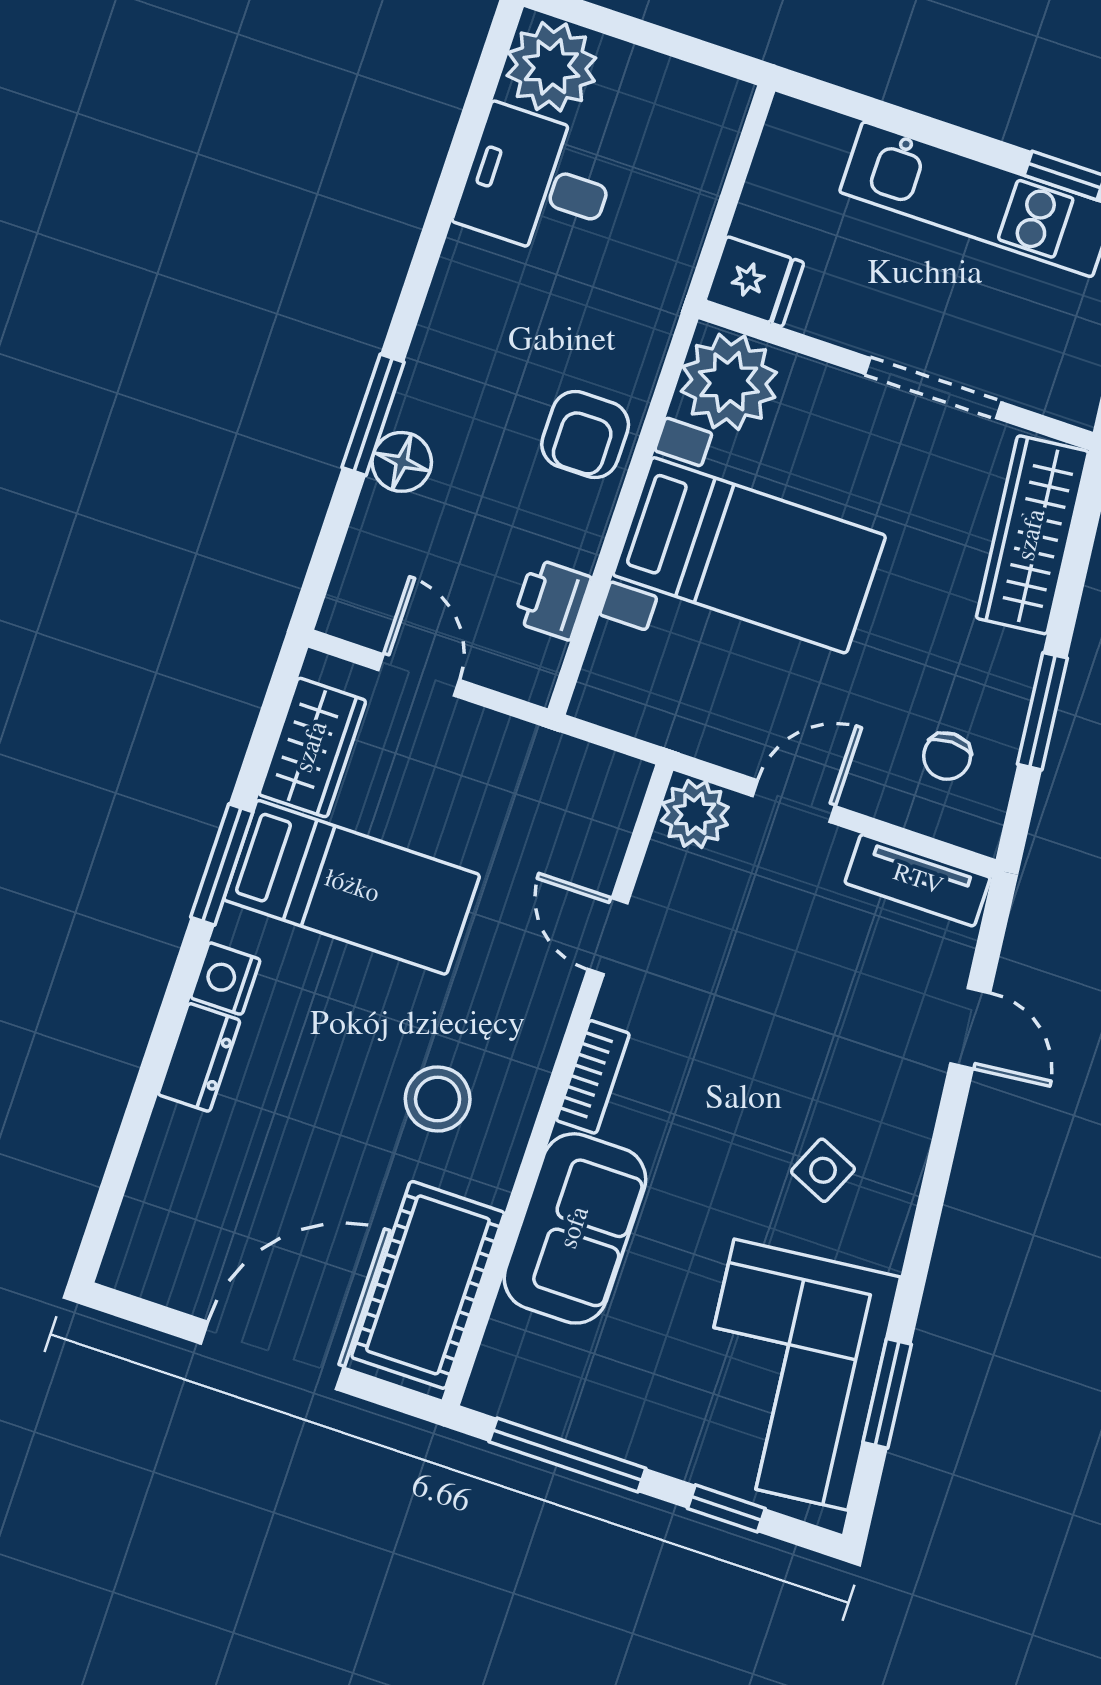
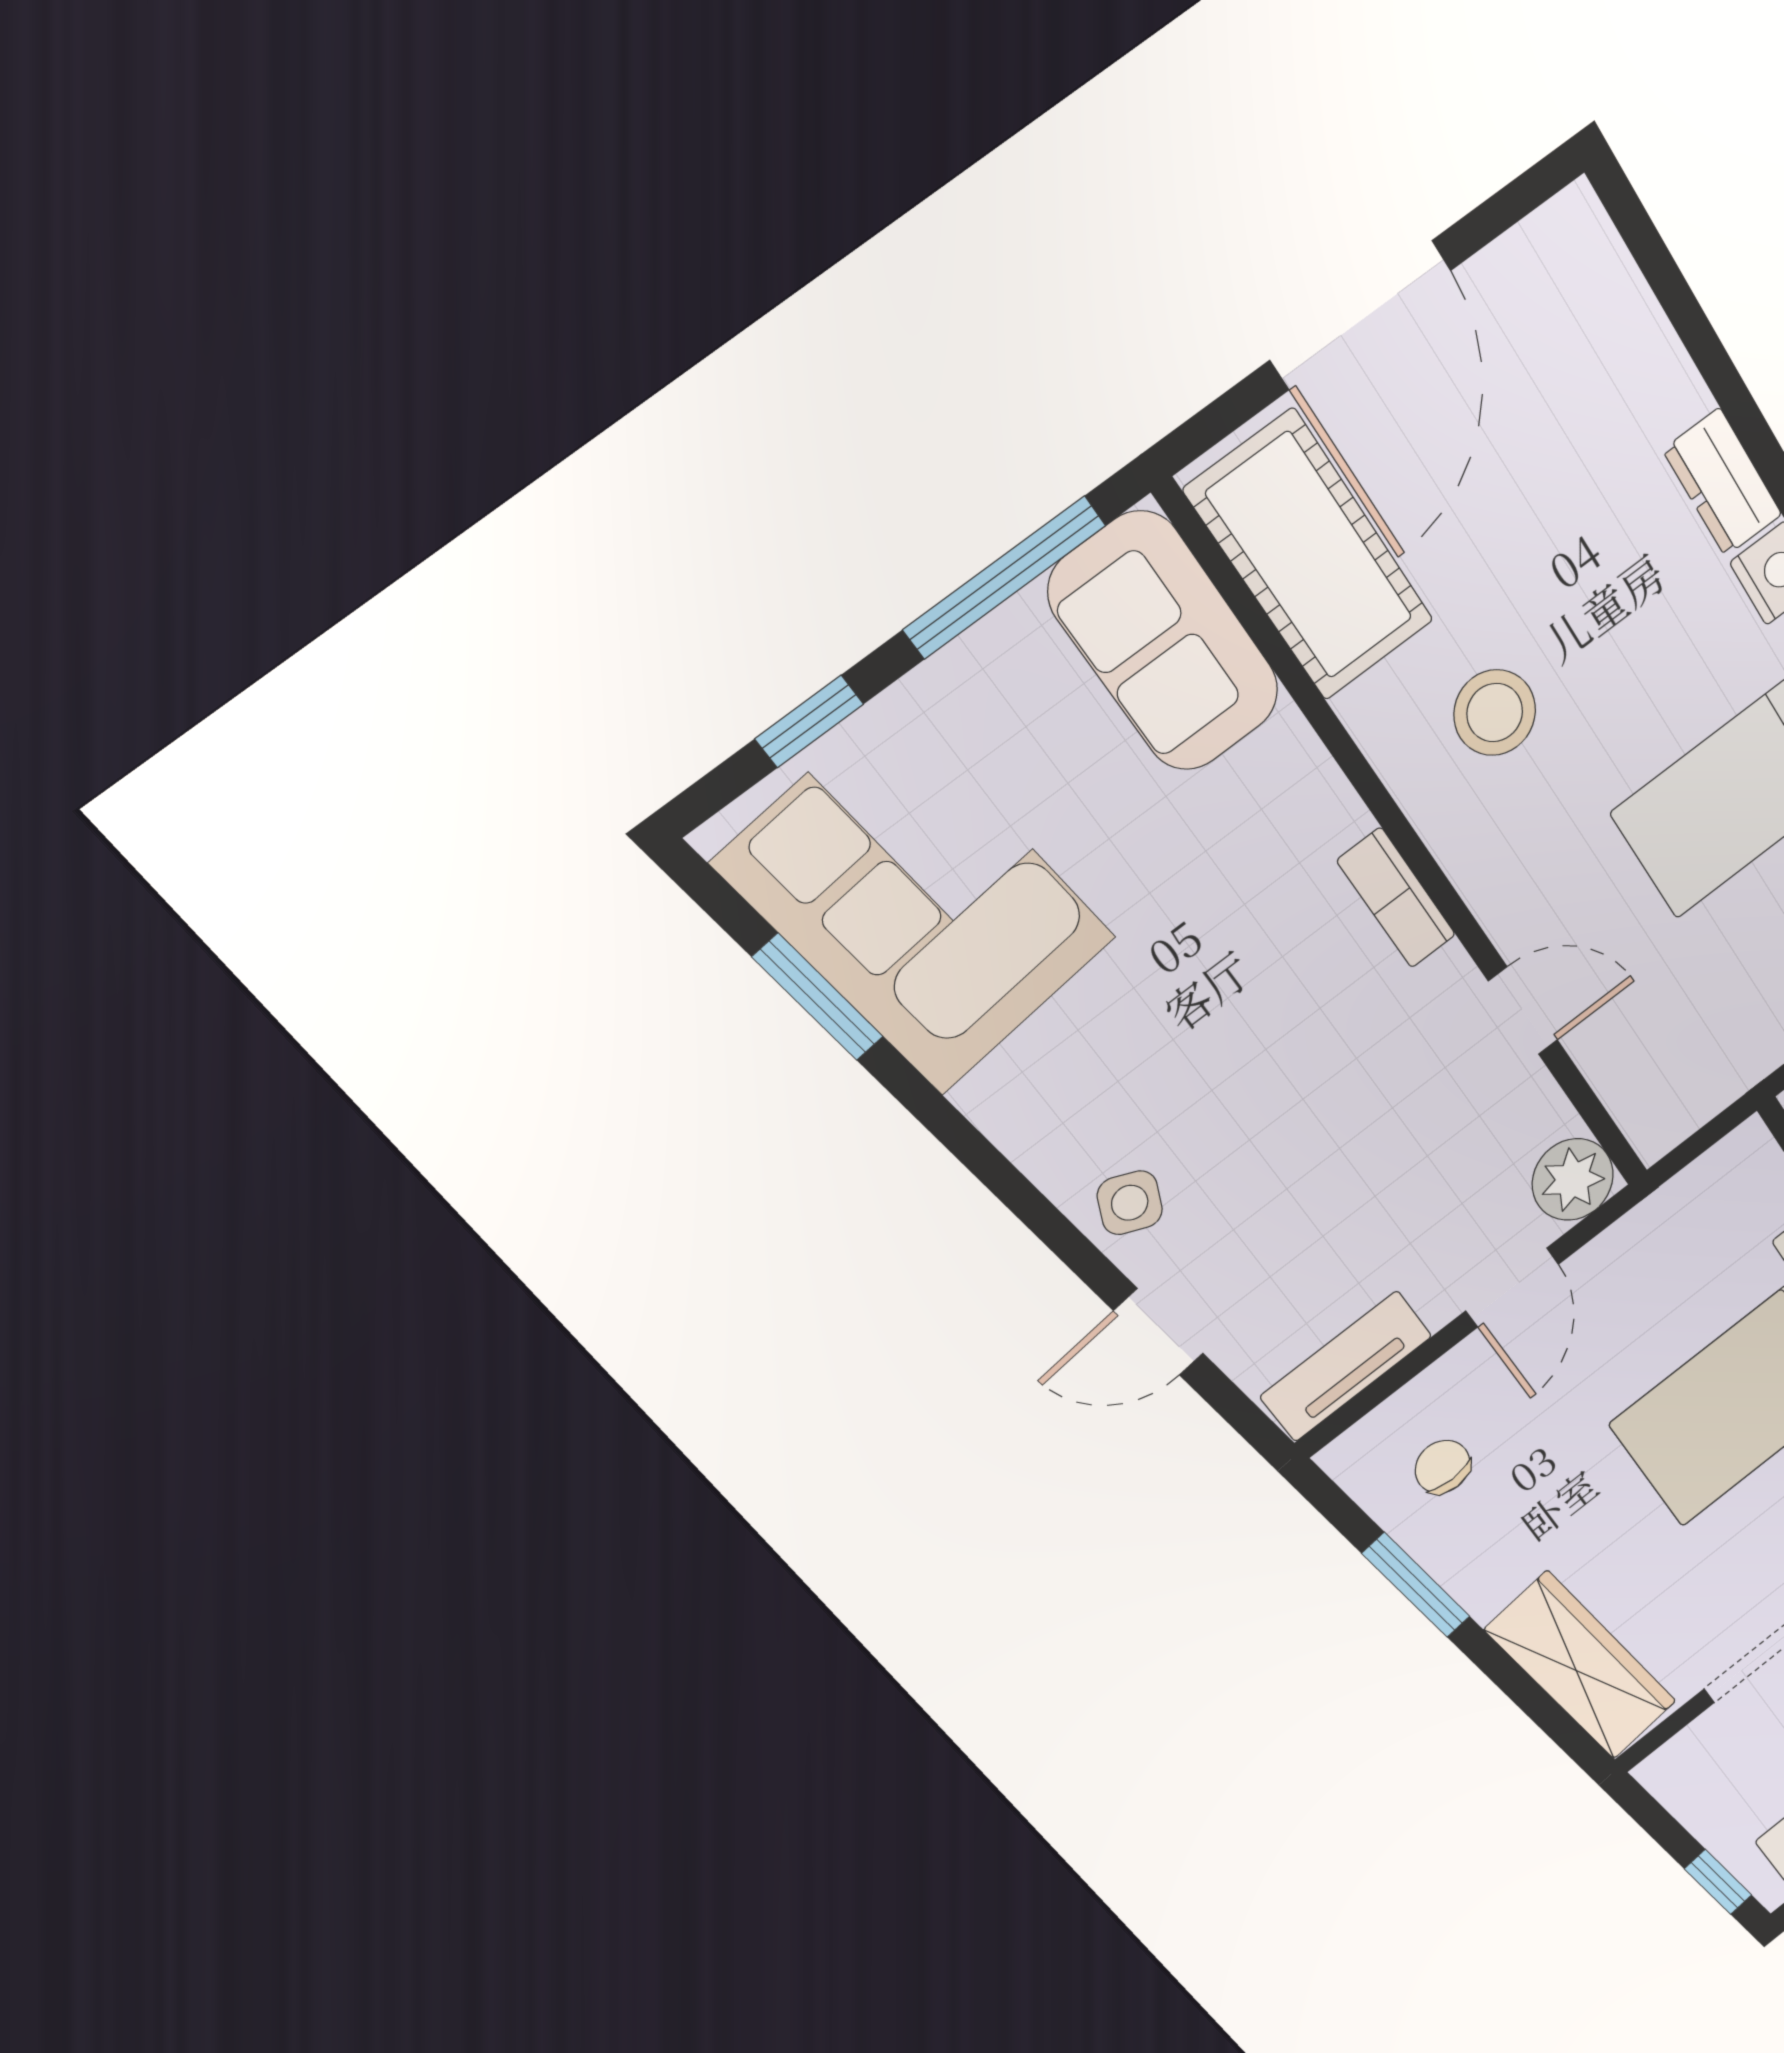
side table: (823, 1170) -> (1130, 1203), moved
sofa: (575, 1228) -> (1164, 642), moved

